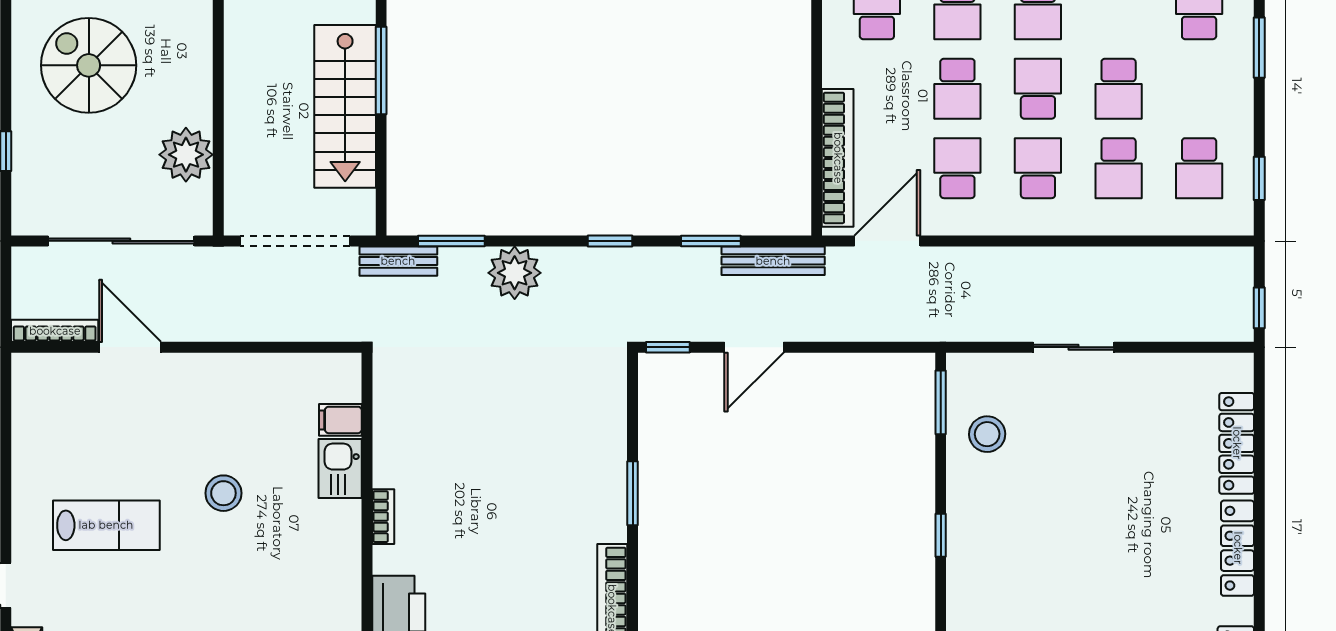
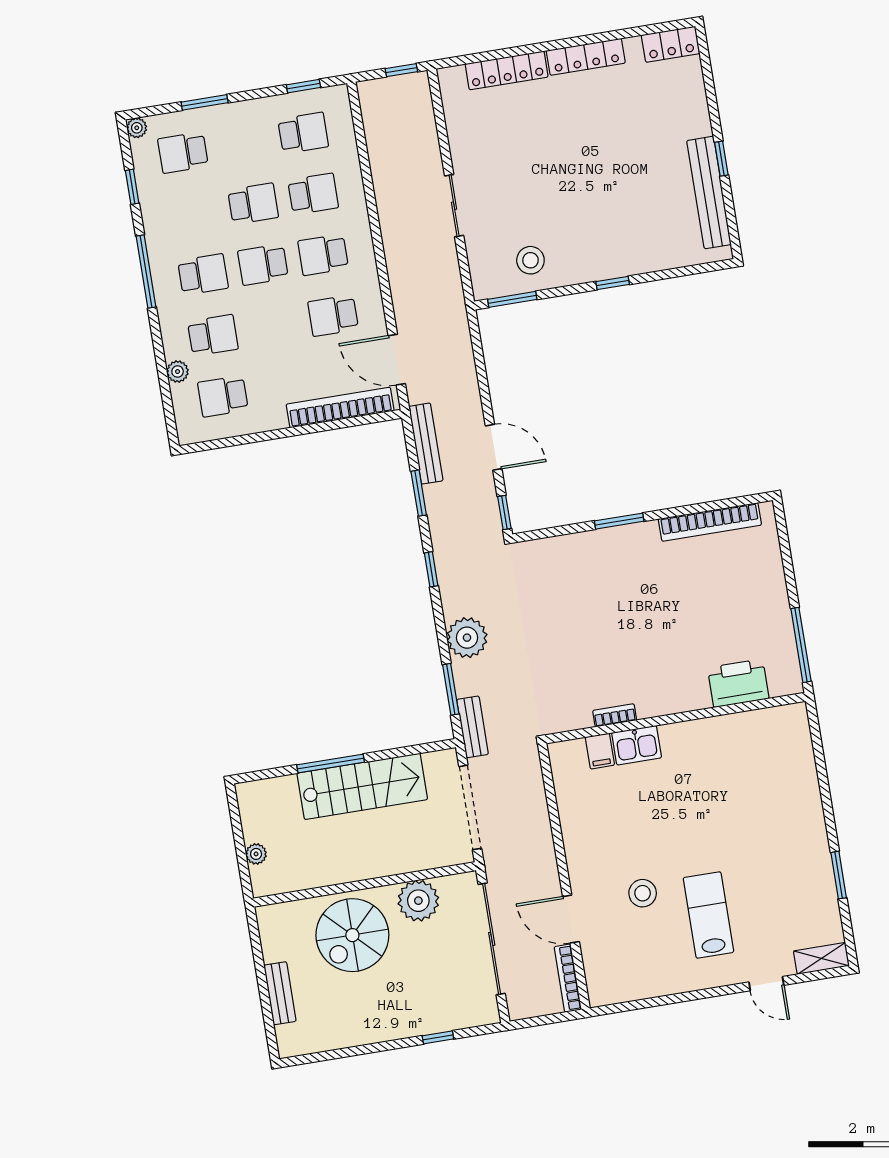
spiral stairs: (89, 65) -> (352, 935), moved
school desk: (957, 89) -> (273, 325), removed
door: (130, 347) -> (571, 919), hinge flipped
stool: (223, 493) -> (643, 893), moved
bookcase: (383, 517) -> (615, 715), moved

